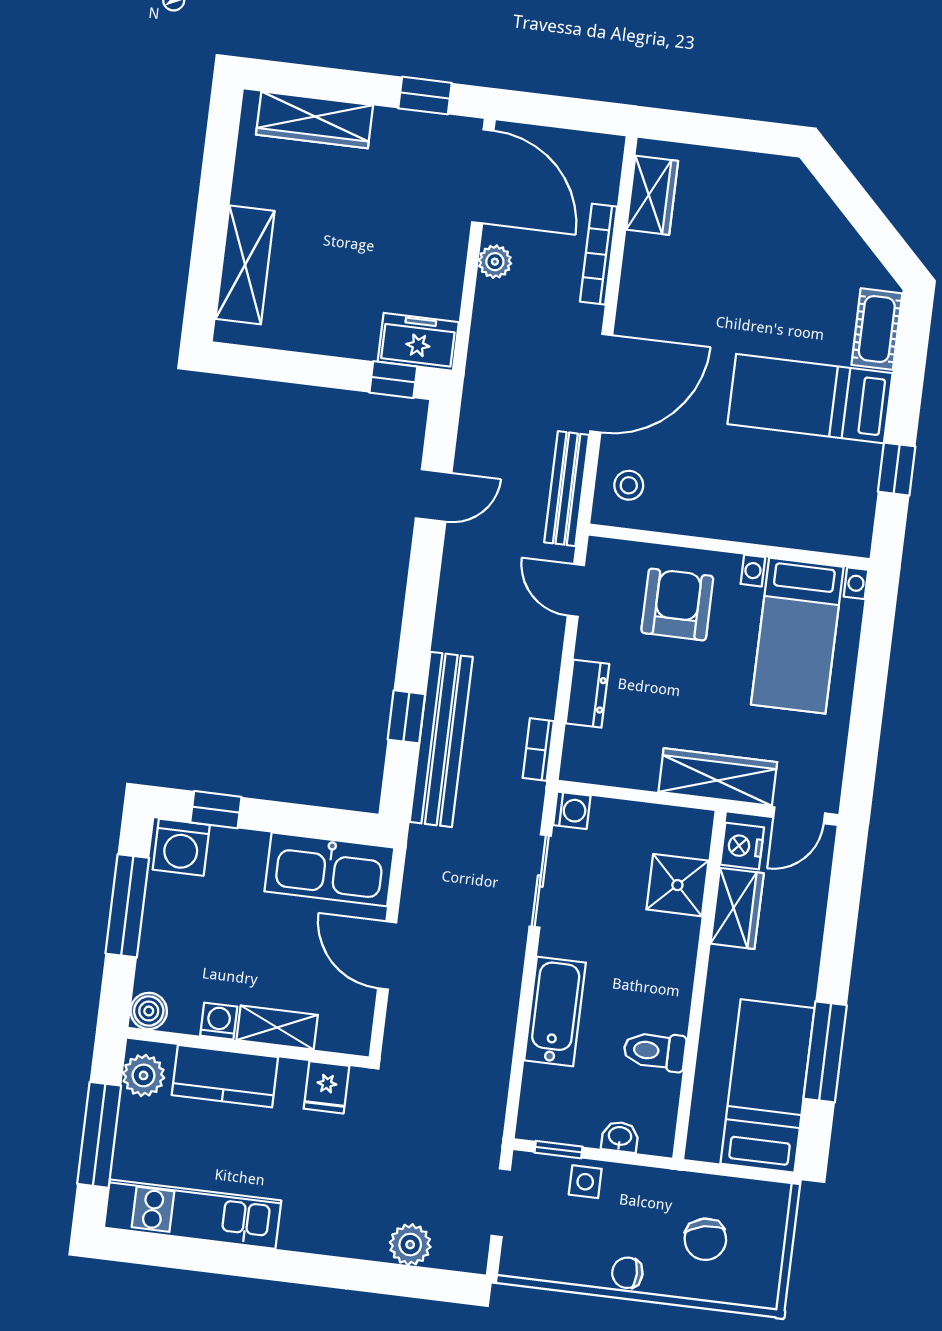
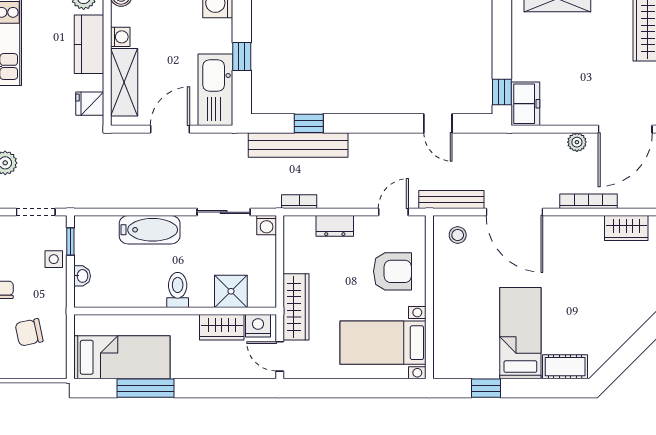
window: (216, 810) -> (242, 56), moved
shelving: (277, 1027) -> (124, 82), width x1.50, depth x1.33
toilet: (655, 1051) -> (178, 290), moved

